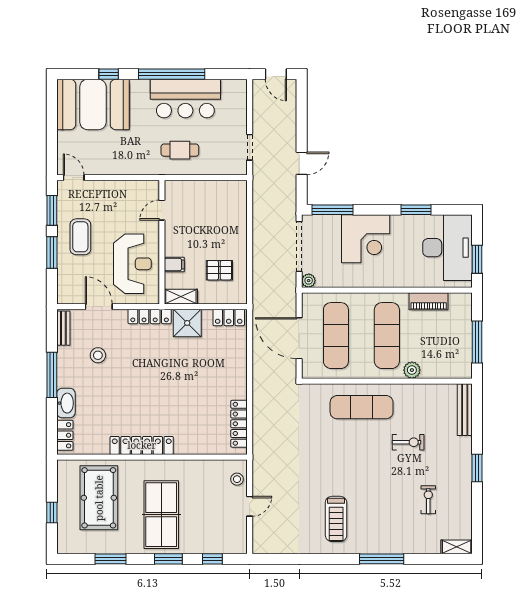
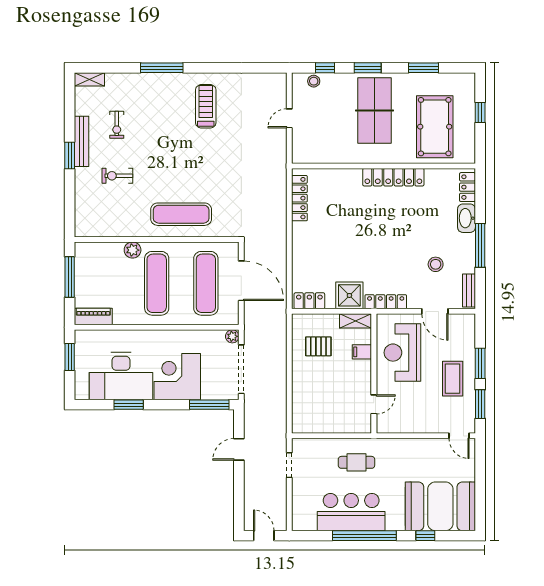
desk: (447, 248) -> (121, 376), moved, turned -90
piano: (429, 301) -> (93, 316), moved
bench: (465, 410) -> (82, 141), moved
exercise bike: (408, 442) -> (117, 176), moved
stool: (237, 479) -> (314, 81), moved

